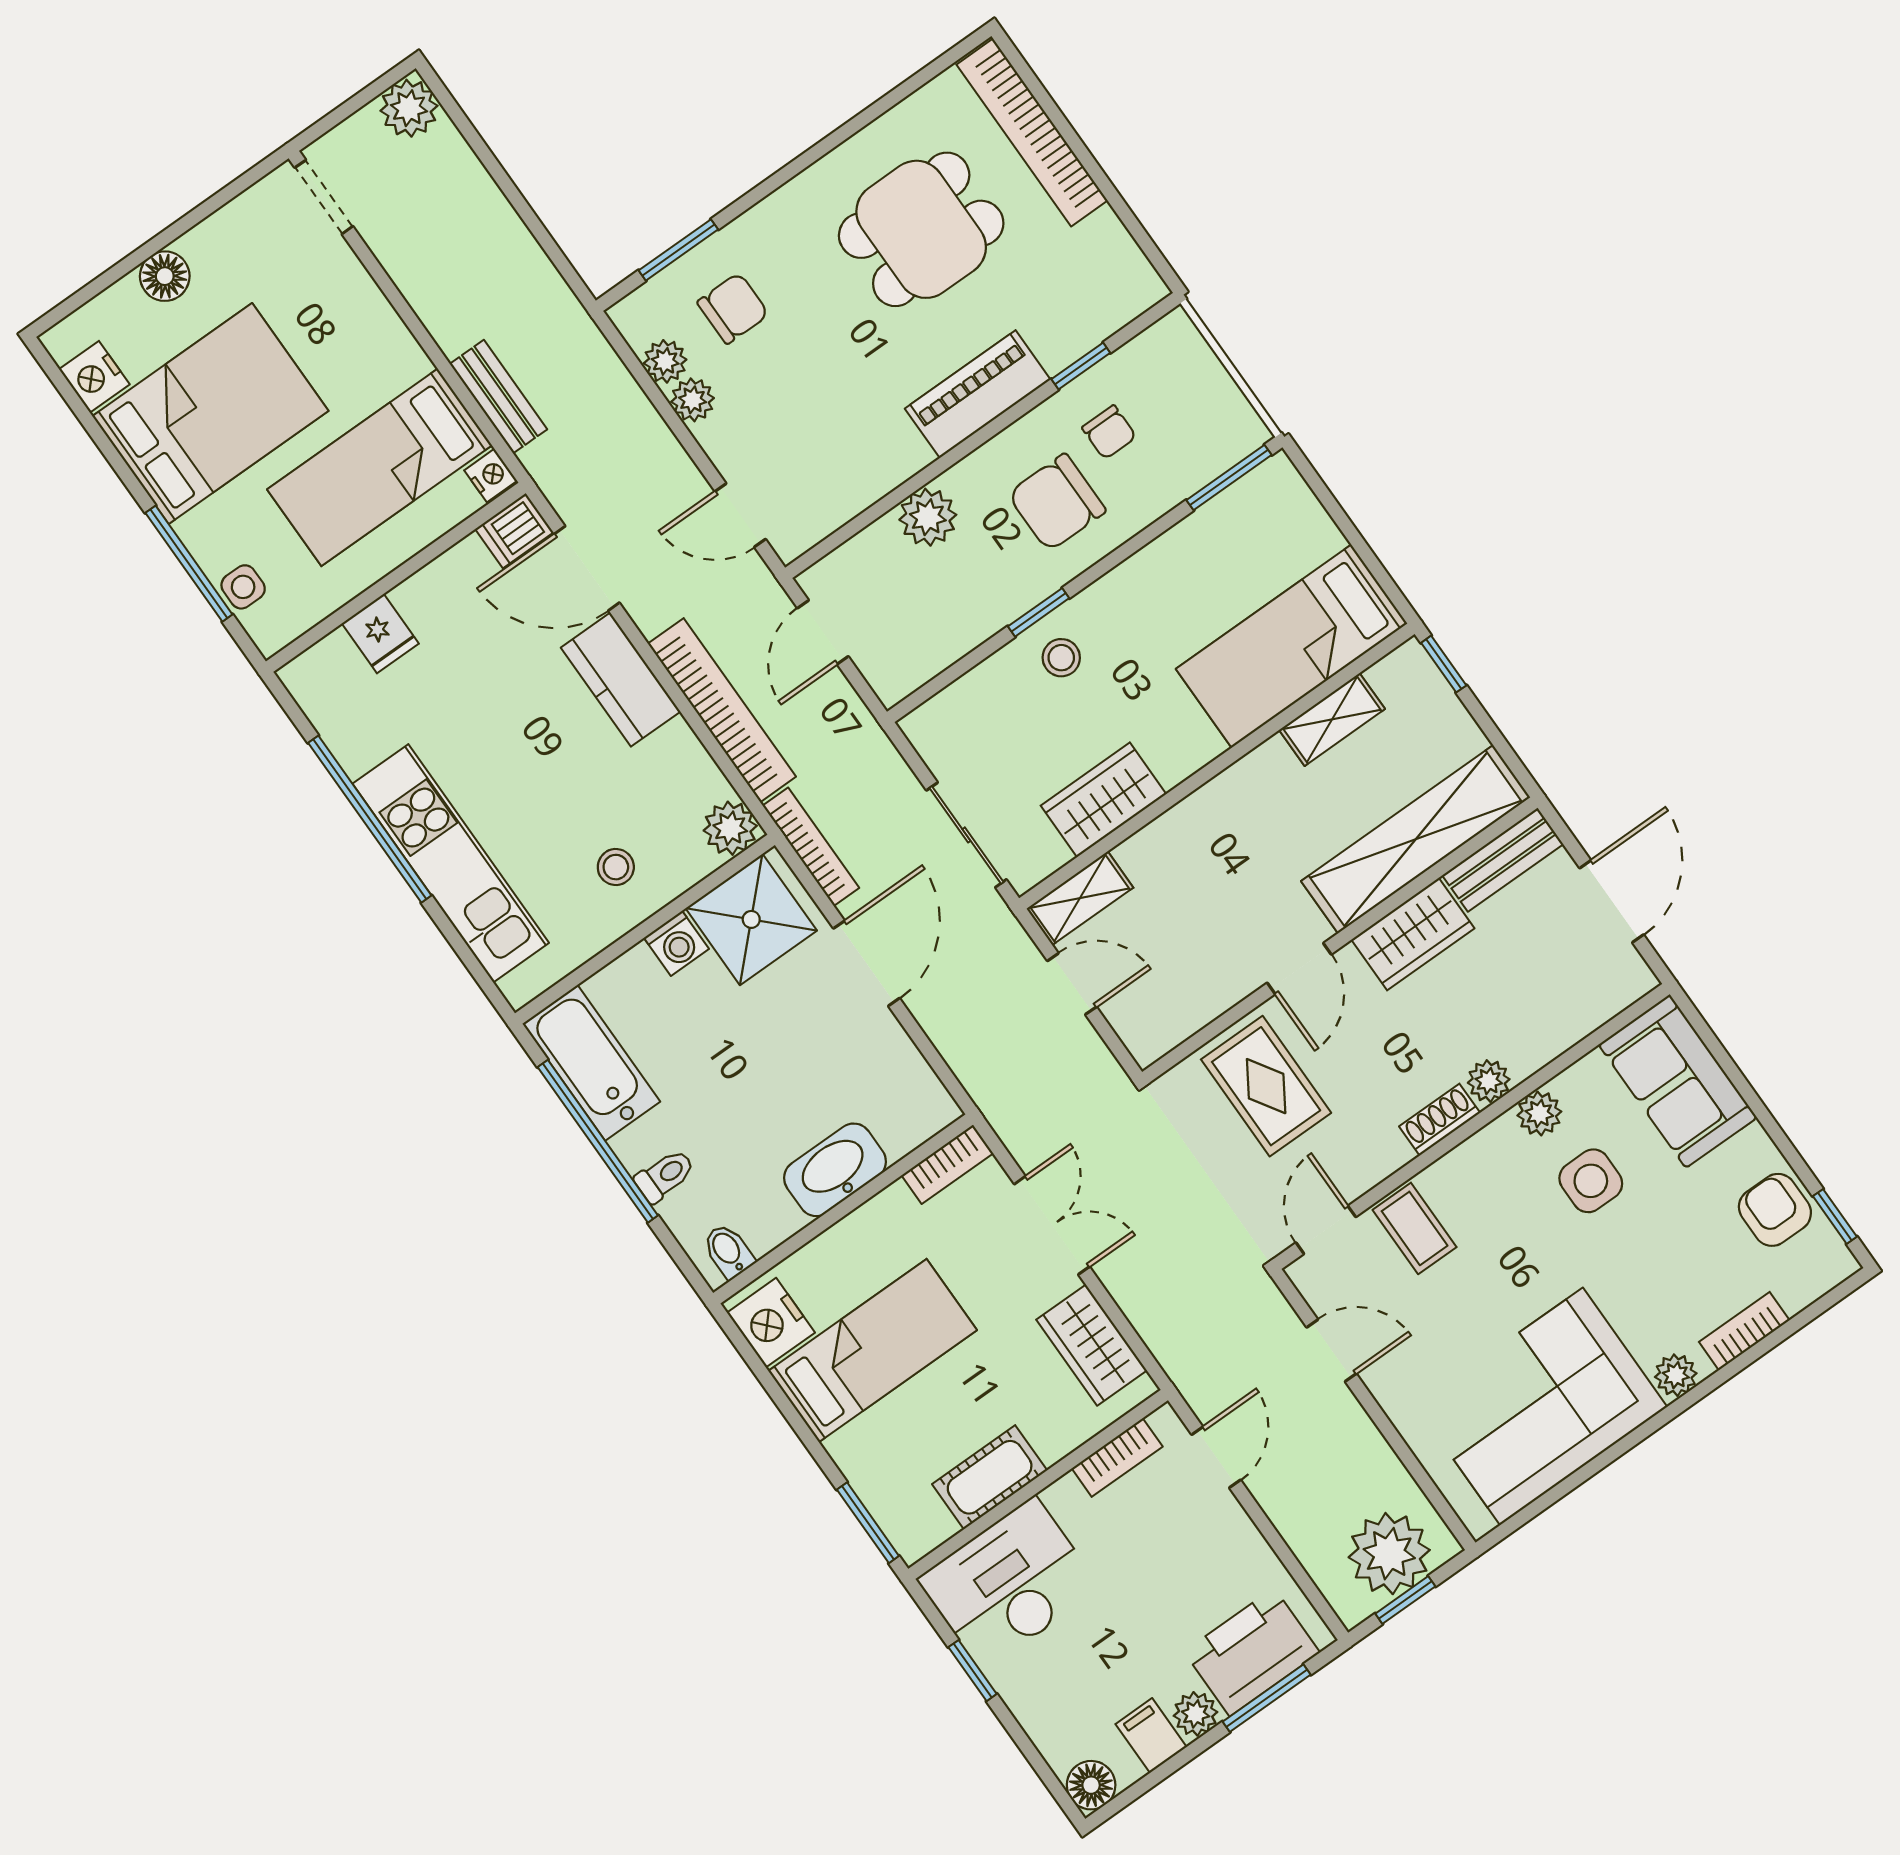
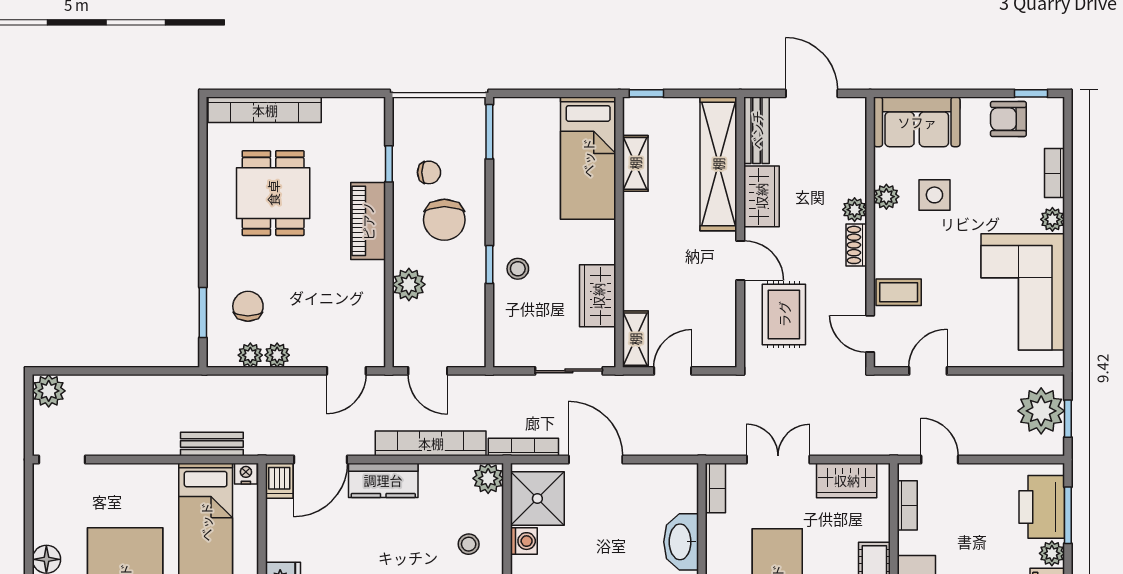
rug: (1266, 1086) -> (784, 314), turned 90

